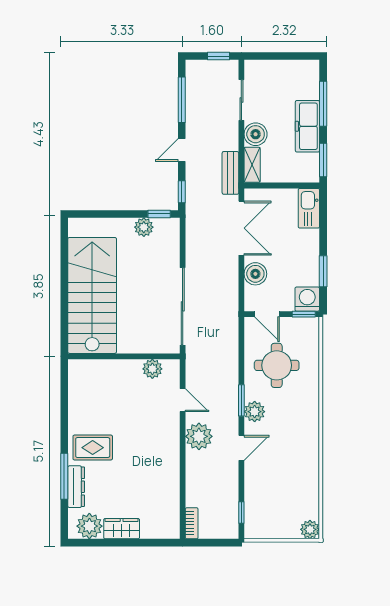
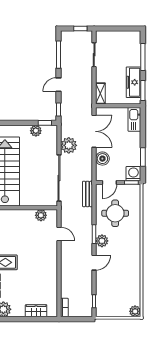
freezer: (307, 126) -> (134, 82), moved
boiler: (256, 134) -> (103, 75), removed
bench: (230, 173) -> (88, 194), moved
door: (267, 314) -> (109, 183), hinge flipped
plant: (199, 436) -> (69, 145), moved
wardrobe: (122, 529) -> (36, 311), moved

